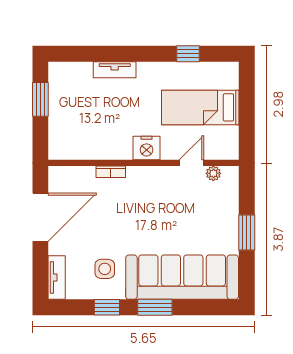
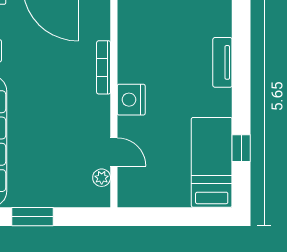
bed: (200, 107) -> (212, 162), moved
bookcase: (111, 172) -> (104, 67), width x1.56

